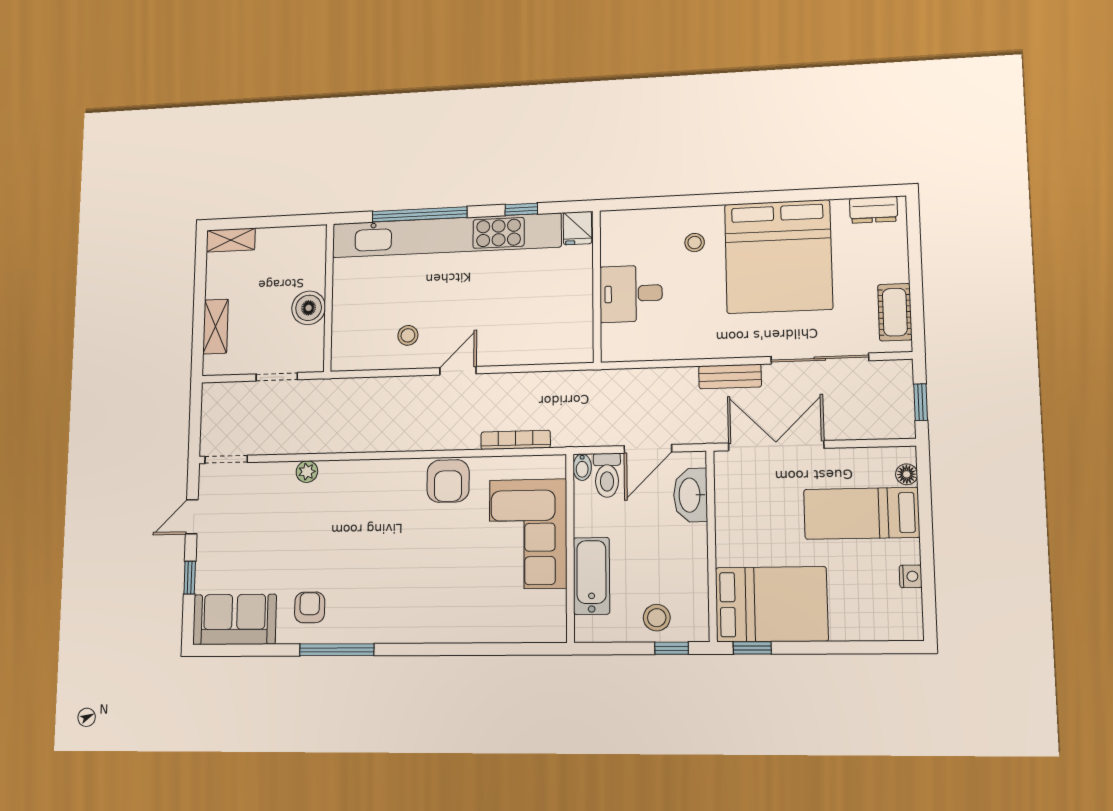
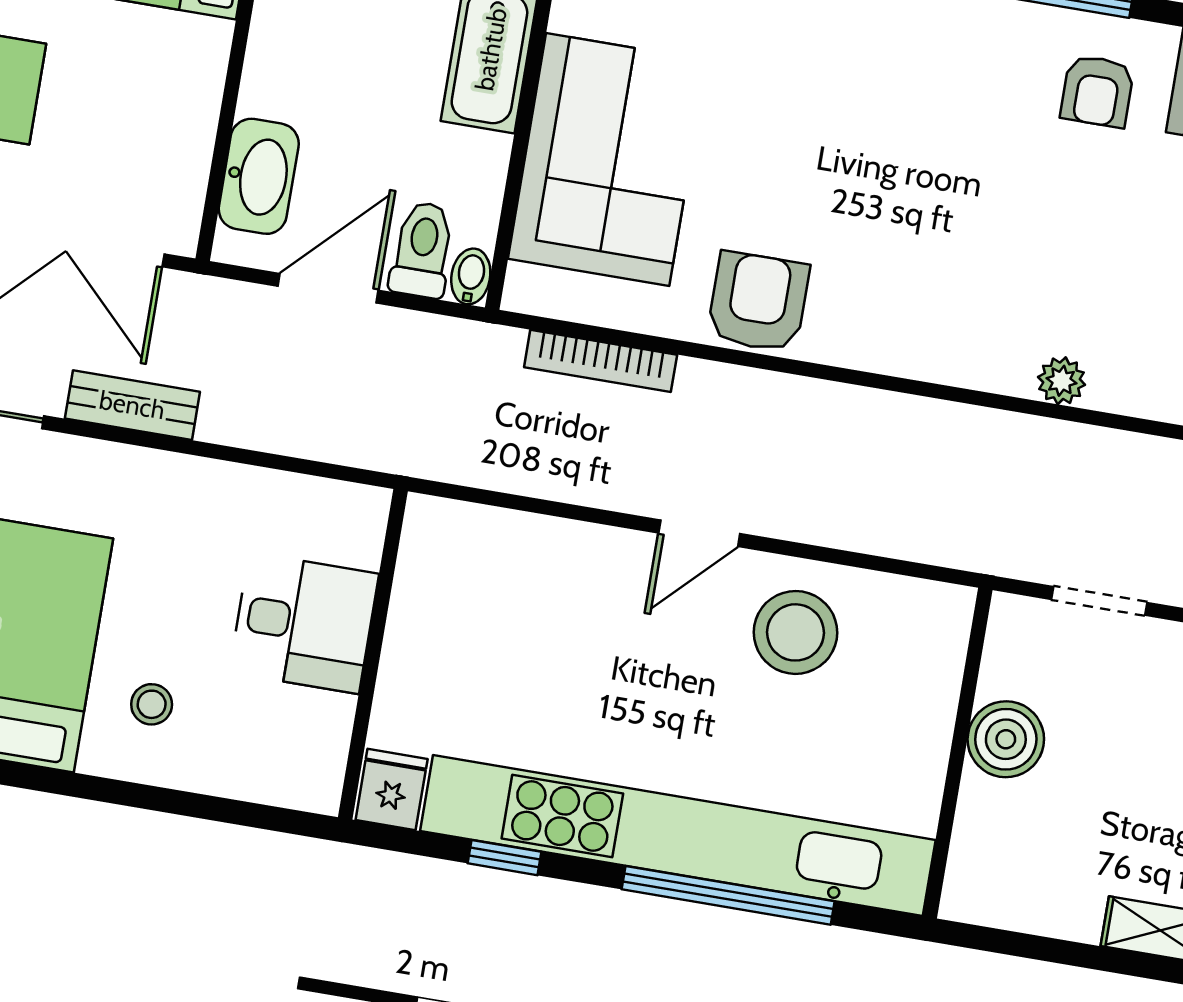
stool: (408, 335) -> (796, 632), width x1.89, depth x1.89

